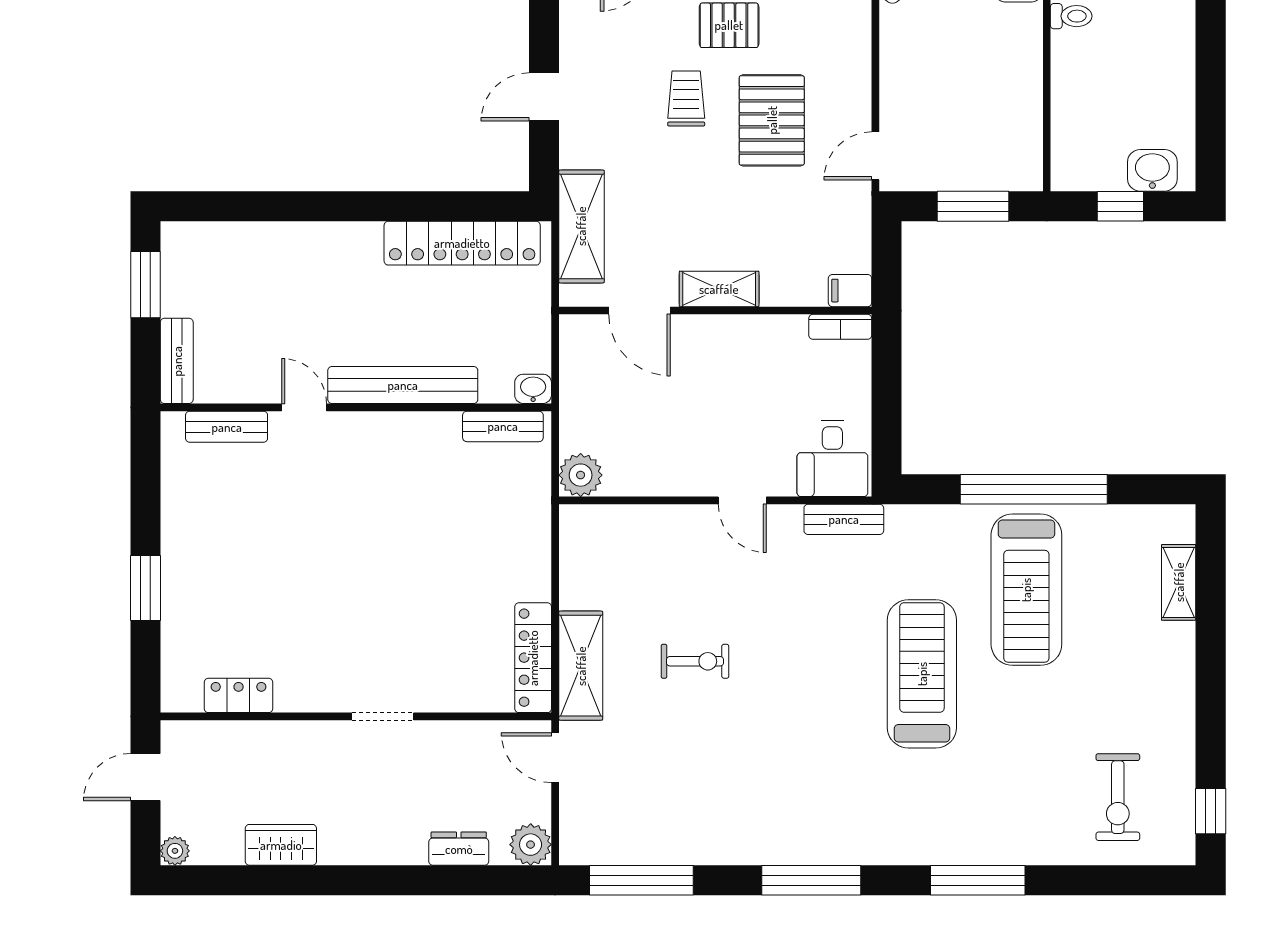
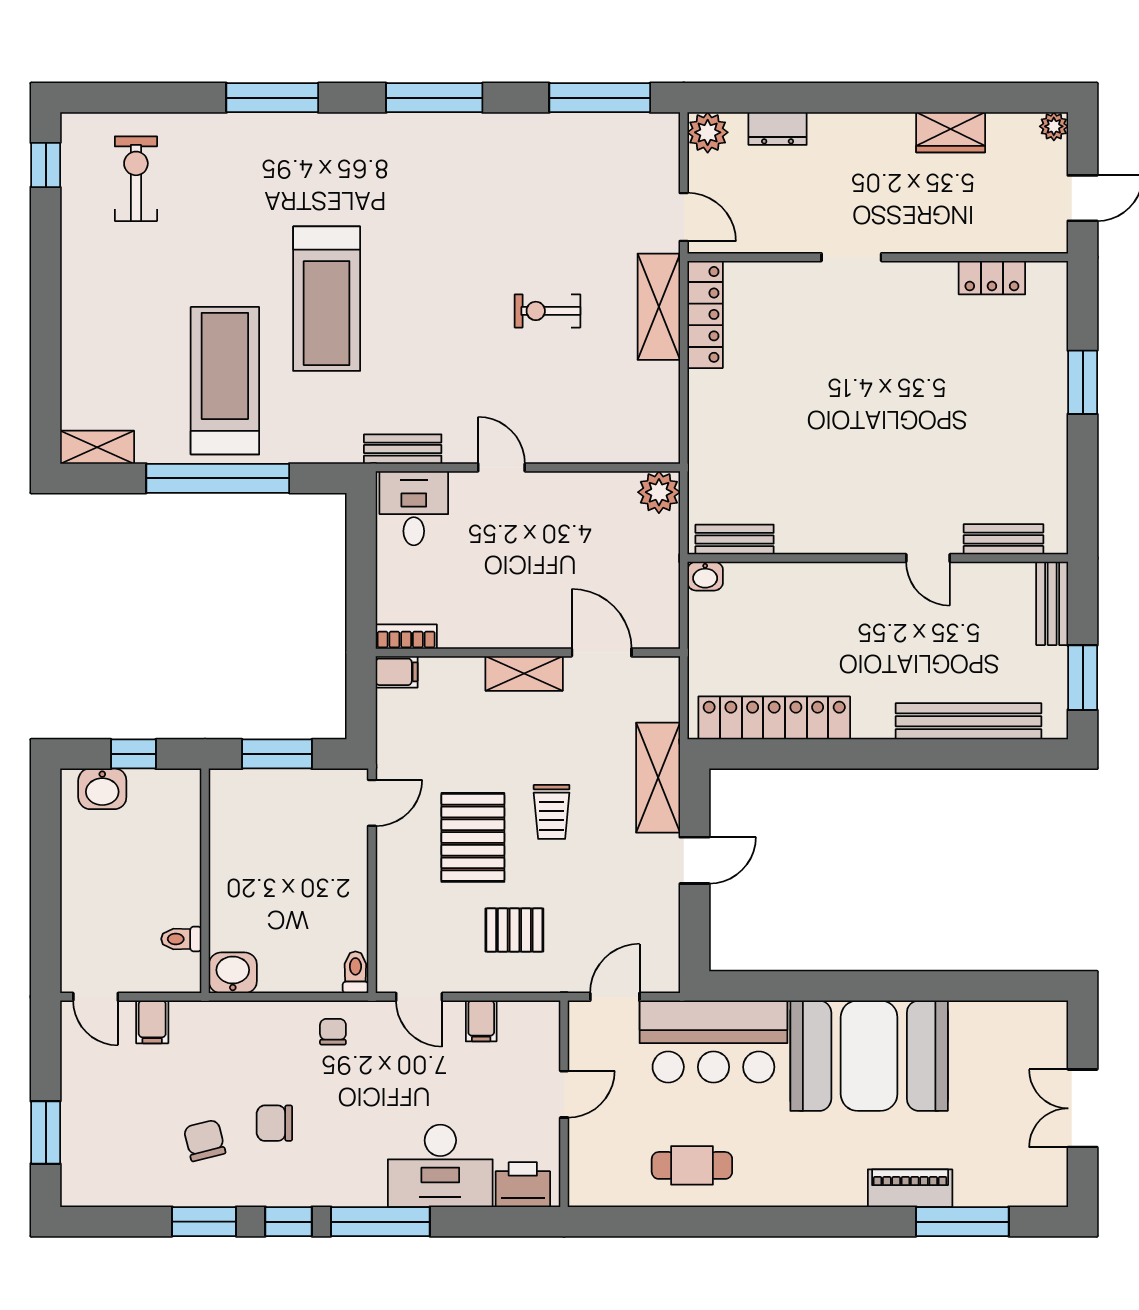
trolley: (686, 99) -> (552, 812), moved
shelving: (581, 226) -> (658, 778), moved
bench: (403, 385) -> (968, 721), moved
shelving: (1179, 582) -> (97, 447), moved, turned 90

